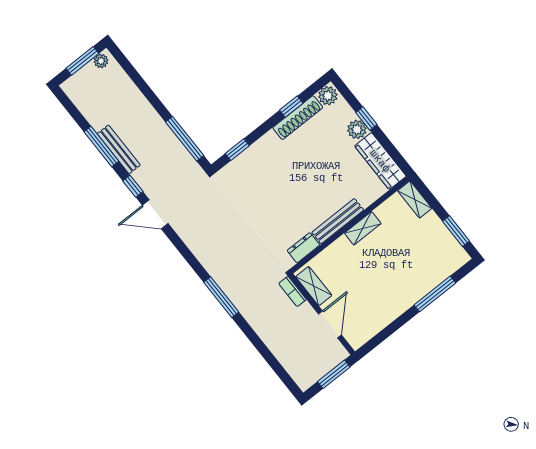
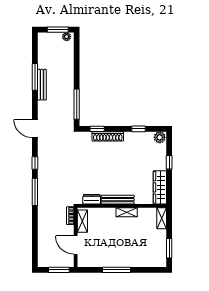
shoe rack: (298, 118) -> (108, 136), moved
plant: (357, 129) -> (161, 164), removed
window: (133, 186) -> (35, 163), moved
window: (435, 294) -> (116, 270), moved
door: (330, 324) -> (76, 245), swing flipped

